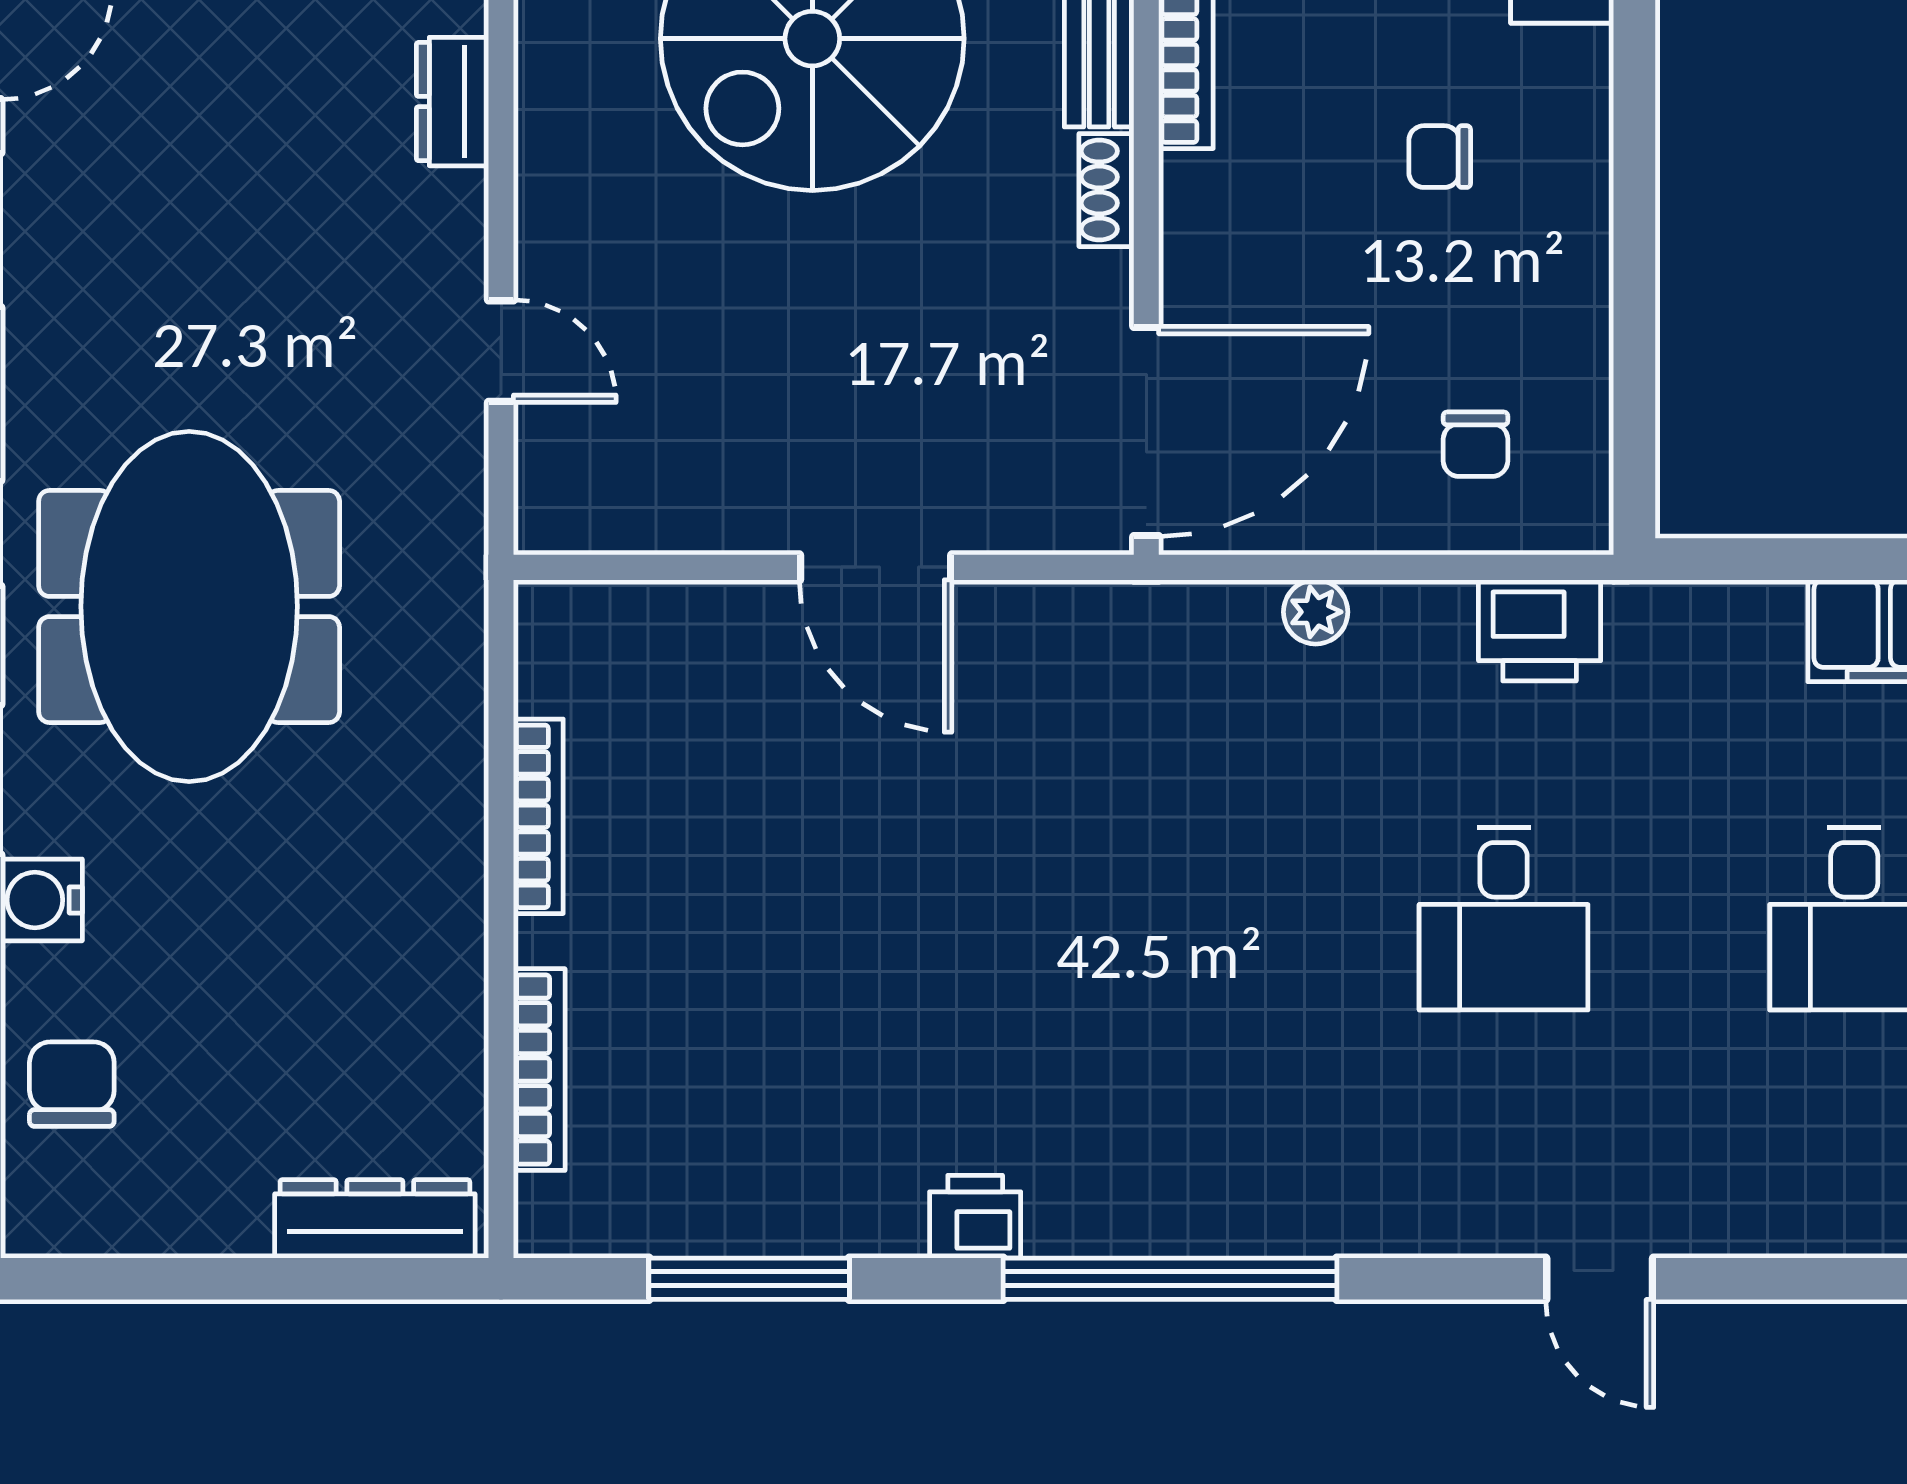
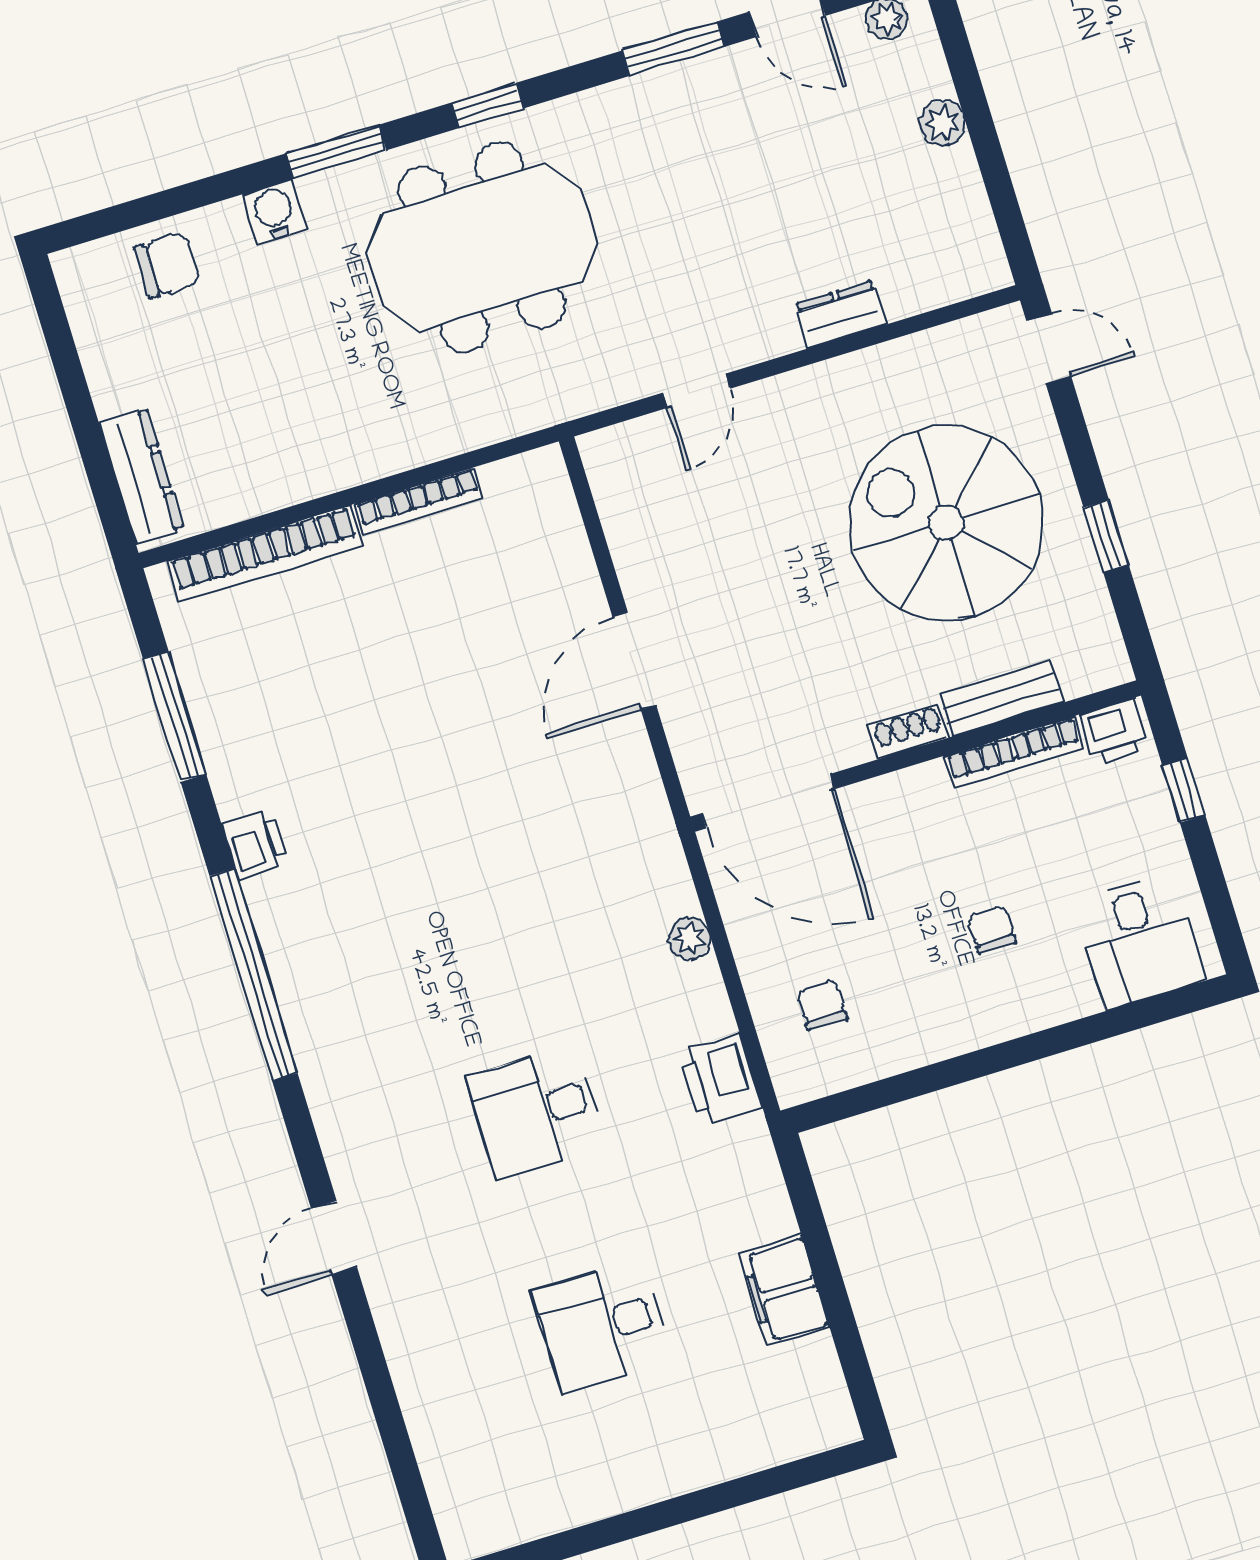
chair: (1475, 444) -> (822, 1005), turned 90
bookcase: (539, 1070) -> (265, 554), width x1.48, depth x1.31

